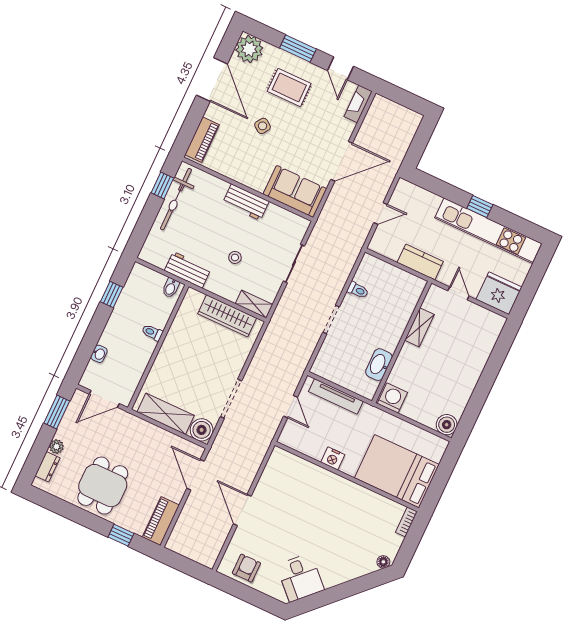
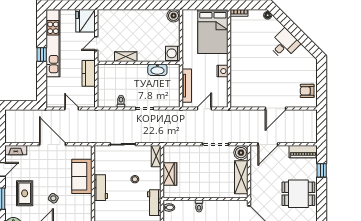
sofa: (295, 191) -> (82, 176), moved
wardrobe: (227, 316) -> (170, 174), width x0.67
desk: (300, 577) -> (284, 44), moved

